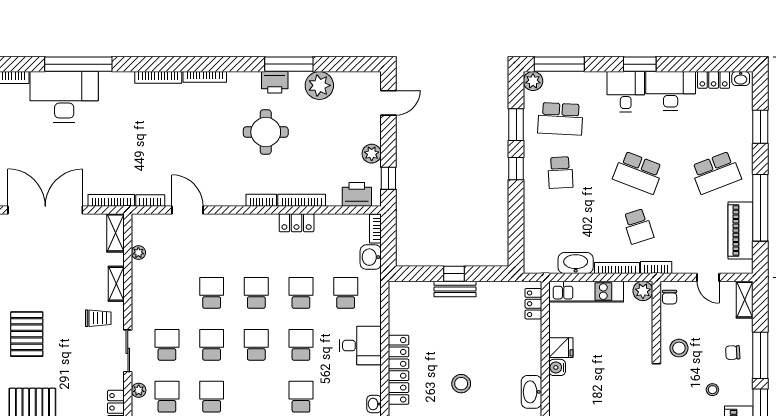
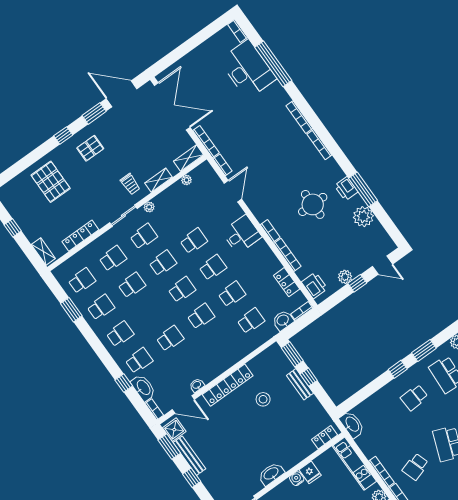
window: (388, 178) -> (357, 283), moved
locker: (297, 223) -> (287, 282), moved
washbasin: (576, 263) -> (352, 424), moved
window: (416, 274) -> (292, 354), added
pallet: (27, 334) -> (90, 148), width x0.67, depth x0.71
desk: (360, 346) -> (242, 234), moved, turned -90
stool: (461, 384) -> (263, 399), moved
plant: (139, 390) -> (149, 207), moved

